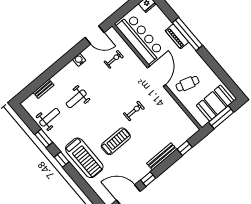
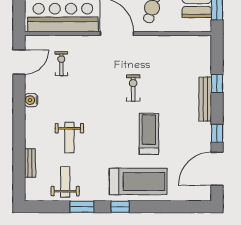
window: (185, 148) -> (217, 83), moved

